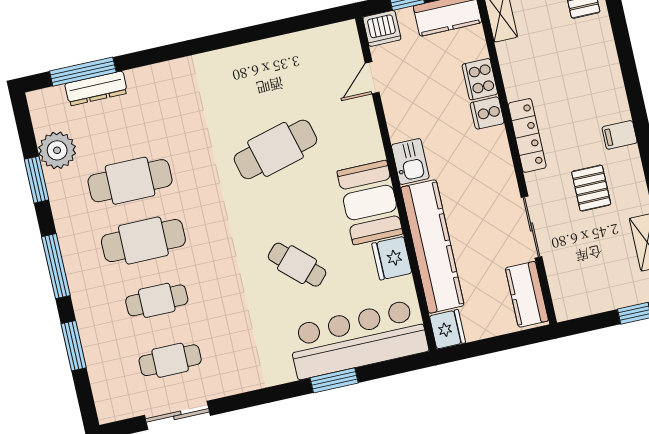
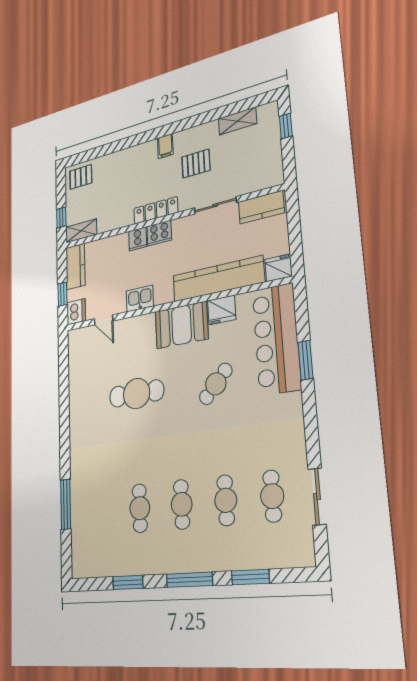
window: (83, 72) -> (66, 504), moved
cooker: (480, 79) -> (159, 233), moved
dresser: (96, 88) -> (78, 524), removed
cafe table: (275, 149) -> (137, 394), turned -75
plant: (57, 150) -> (111, 562), removed
kitchen sink: (410, 162) -> (140, 298), moved
cafe table: (130, 181) -> (140, 508), width x0.73, depth x0.74
cafe table: (143, 241) -> (182, 504), width x0.73, depth x0.74

